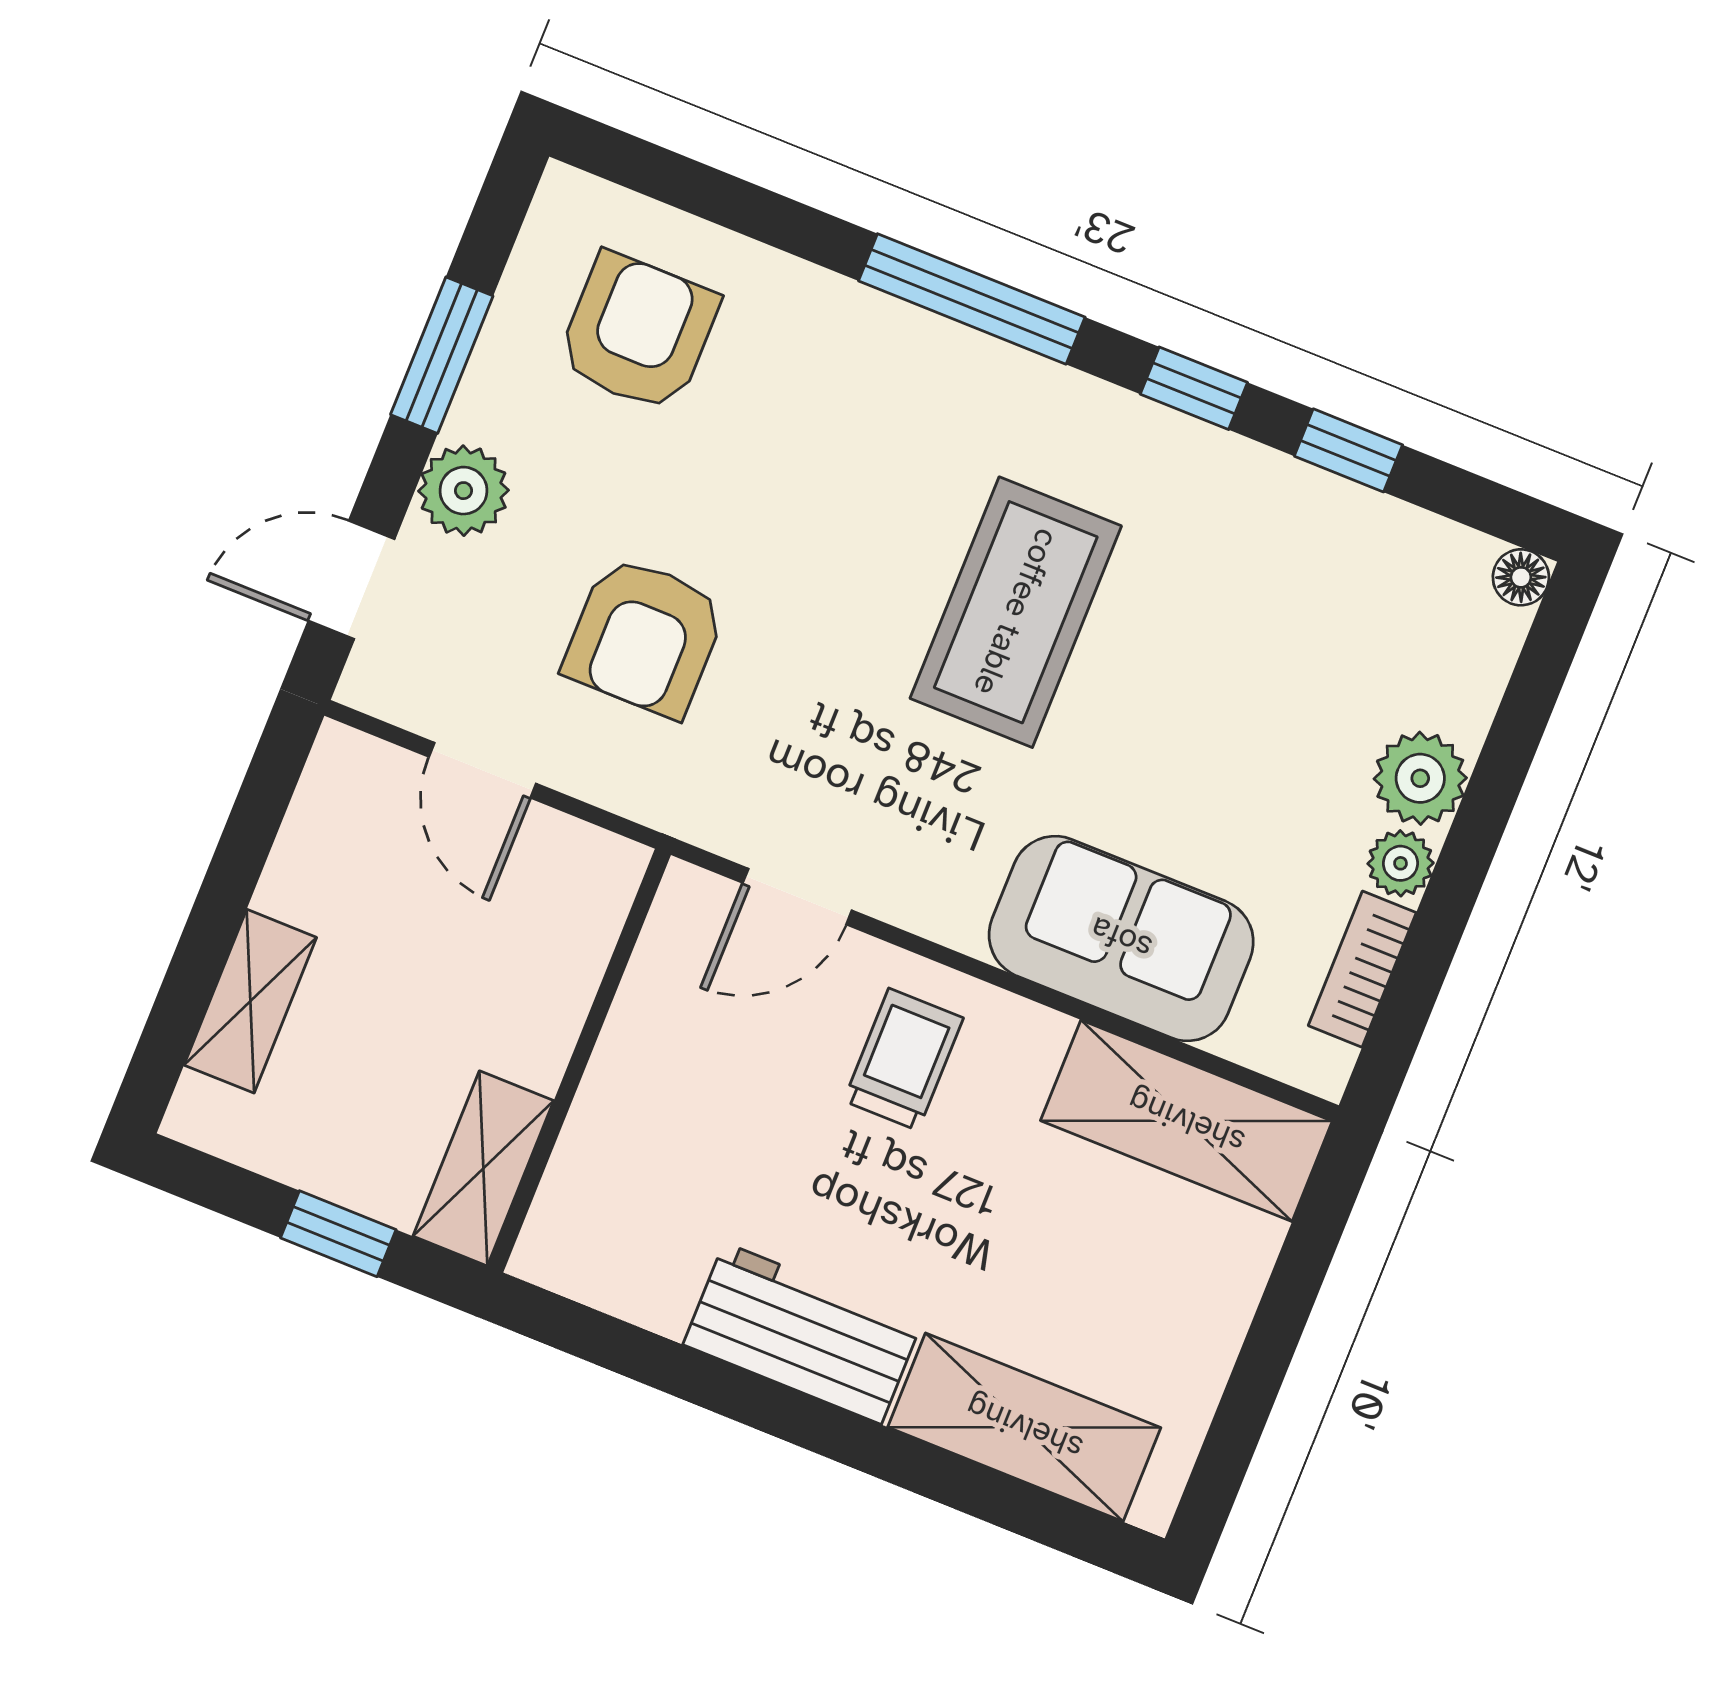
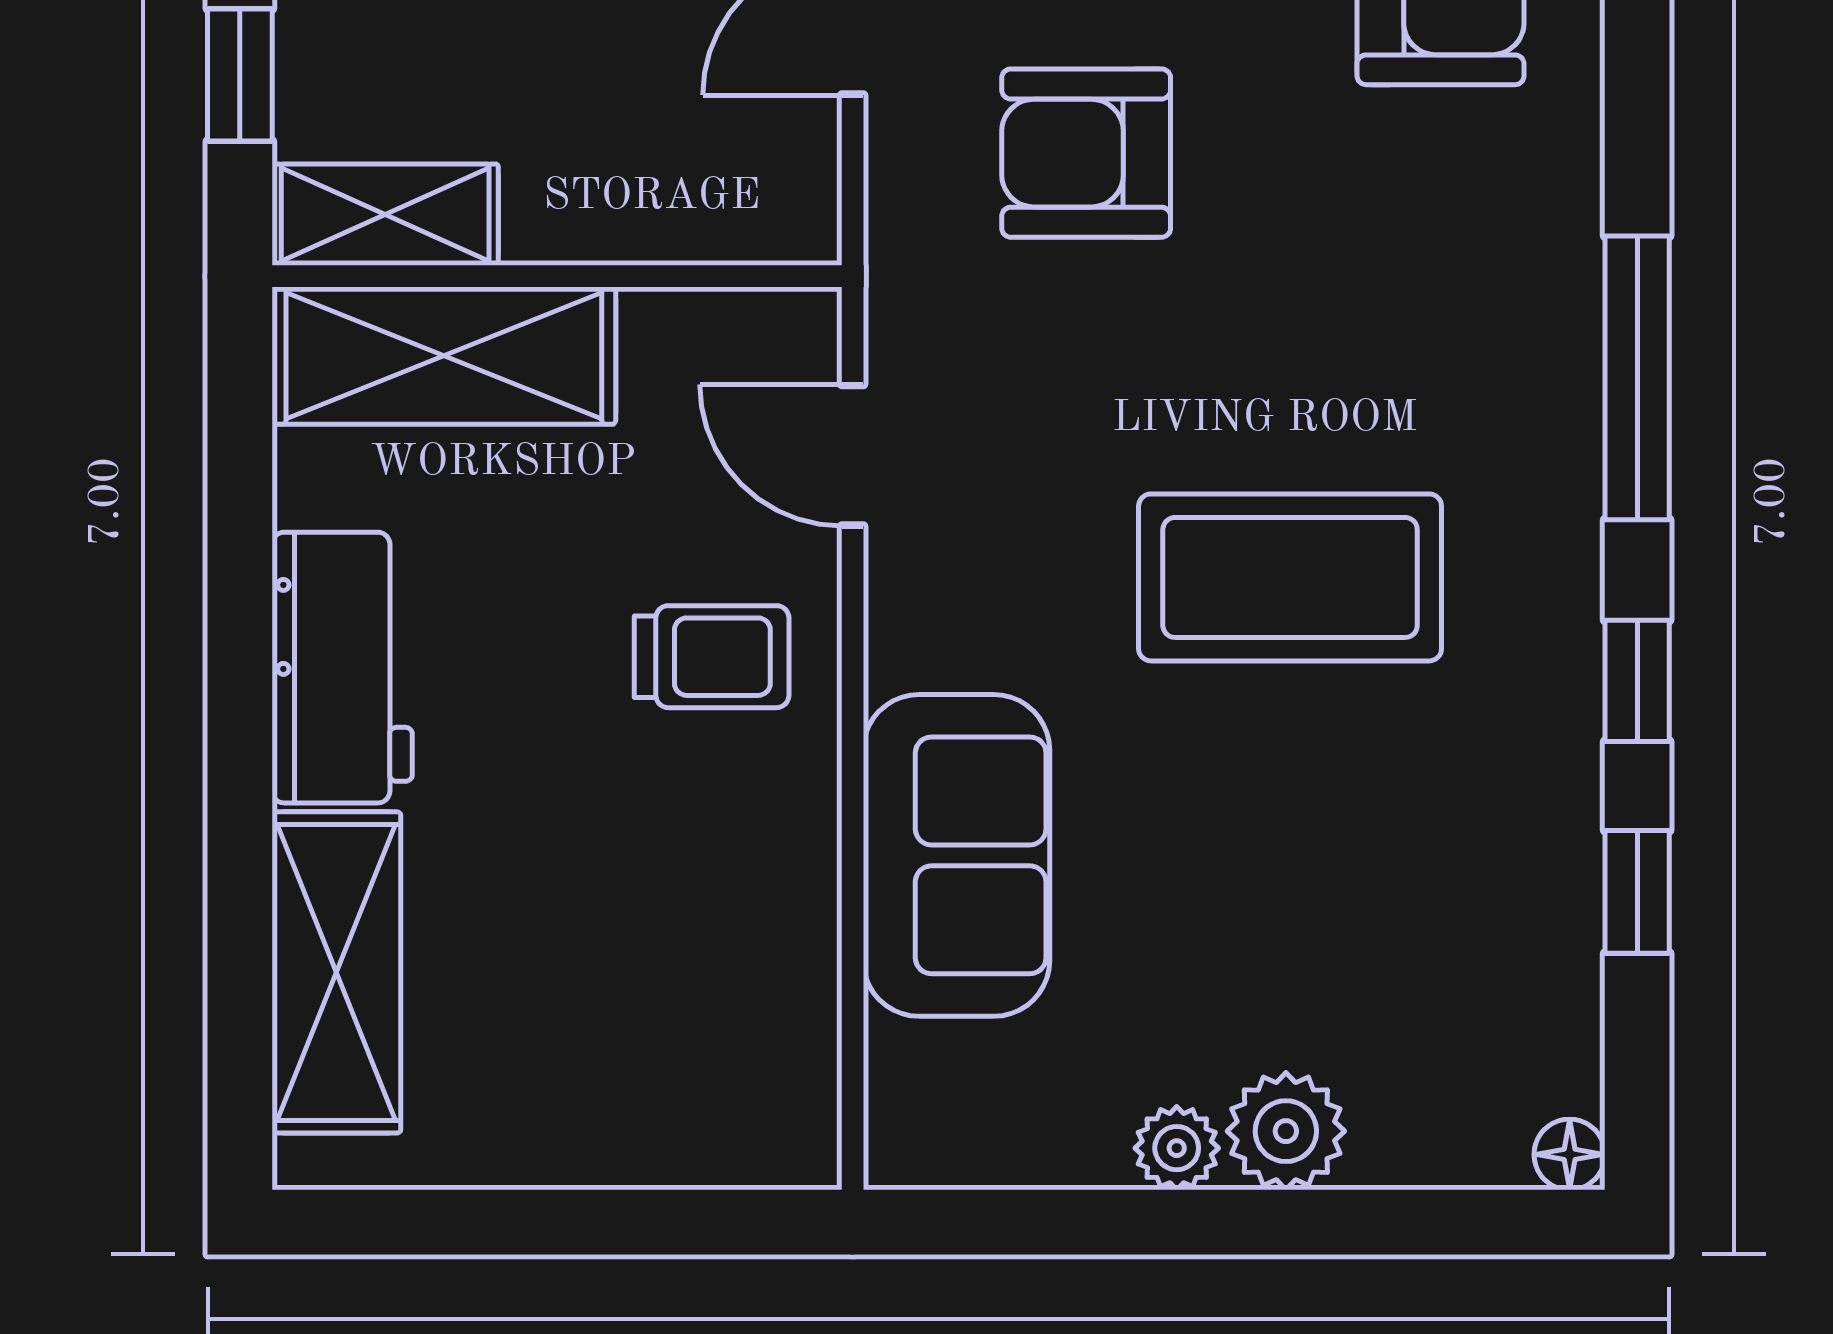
bookcase: (1362, 969) -> (1034, 1153), removed
shelving: (1186, 1121) -> (444, 356), moved, turned 90

